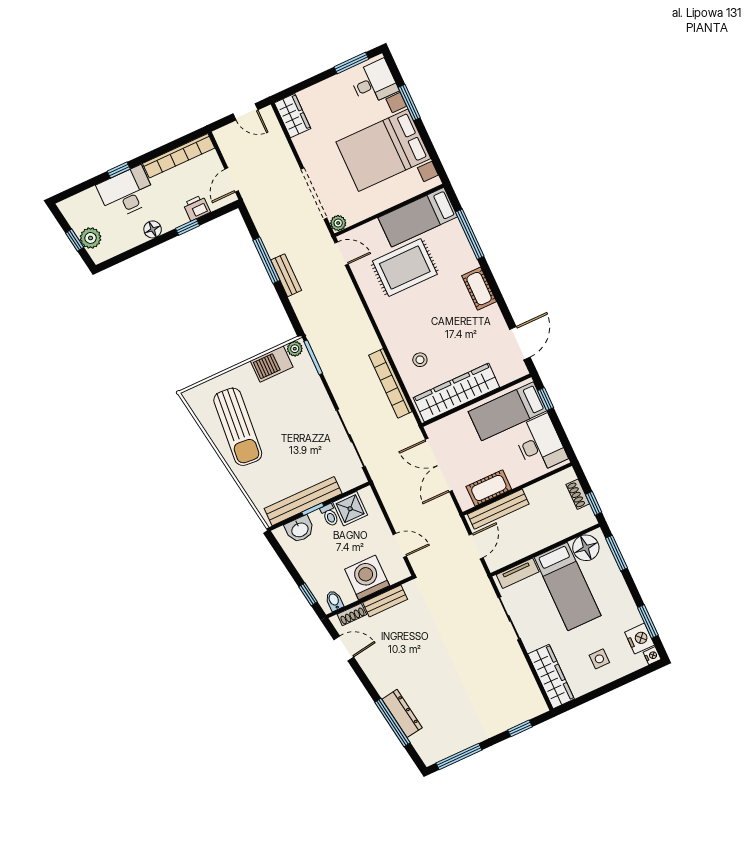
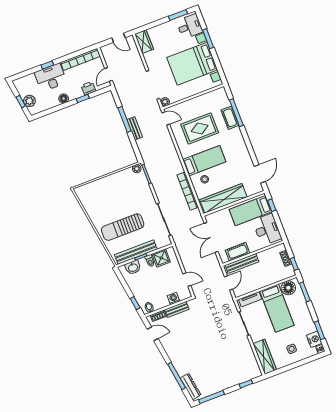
bed: (418, 217) -> (204, 161), moved, turned 180
cot: (479, 289) -> (230, 118), moved
barbecue: (272, 364) -> (124, 176), removed
sun lounger: (238, 427) -> (123, 227), moved, turned 85
washing machine: (367, 577) -> (174, 299), width x0.53, depth x0.53
dresser: (402, 713) -> (191, 386), moved

